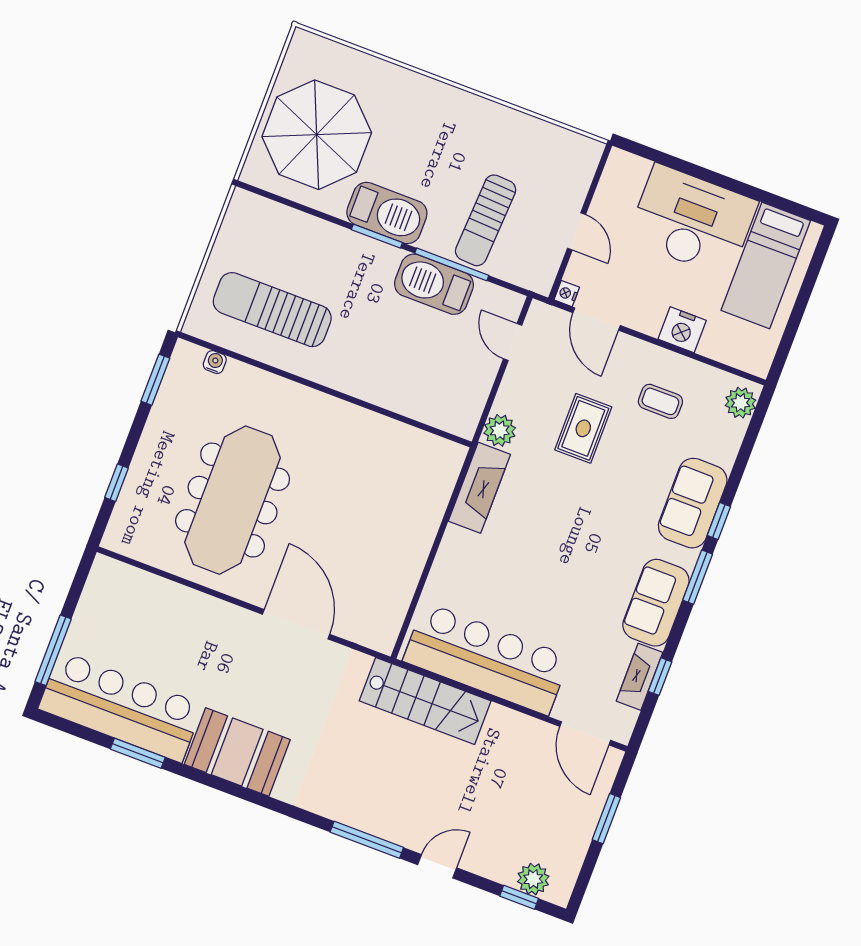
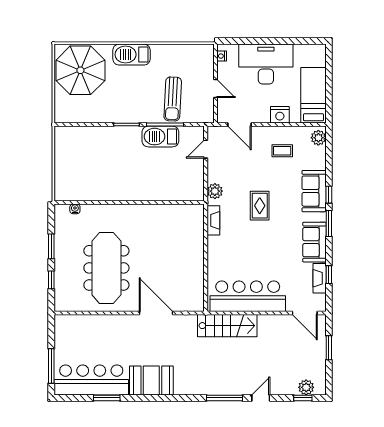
parasol: (317, 135) -> (80, 70), moved
barbecue: (387, 213) -> (131, 55), moved, turned 180
bed: (766, 265) -> (313, 95), moved, turned 180
nightstand: (567, 294) -> (222, 56), moved
sun lounger: (272, 310) -> (92, 175), removed
door: (513, 342) -> (206, 149), hinge flipped
window: (155, 380) -> (51, 246), moved
rug: (583, 428) -> (260, 206), moved
fireplace: (479, 488) -> (213, 220), width x0.73, depth x0.76

